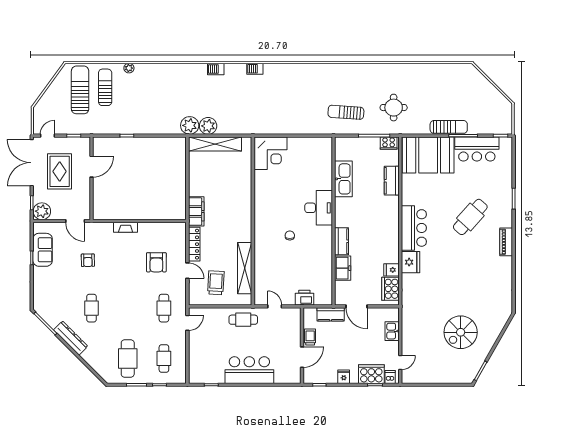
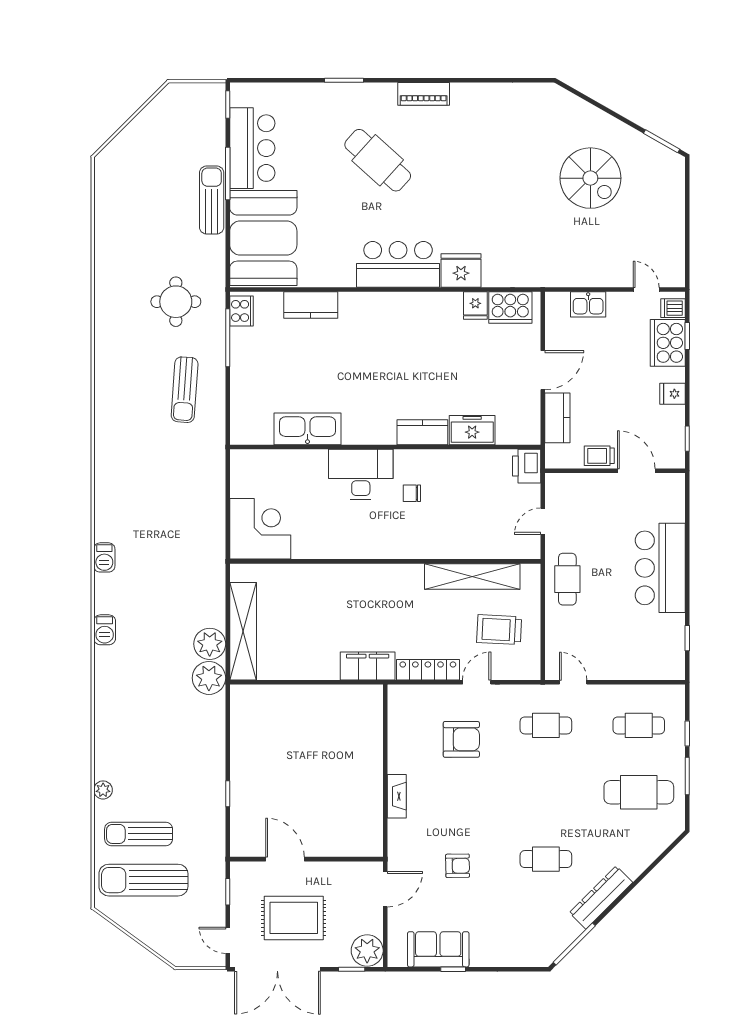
kitchen sink: (343, 179) -> (307, 429), moved
desk: (319, 208) -> (361, 474), moved
wall: (334, 221) -> (385, 447), moved
kitchen counter: (342, 241) -> (422, 432), moved
freezer: (343, 268) -> (472, 430), moved

